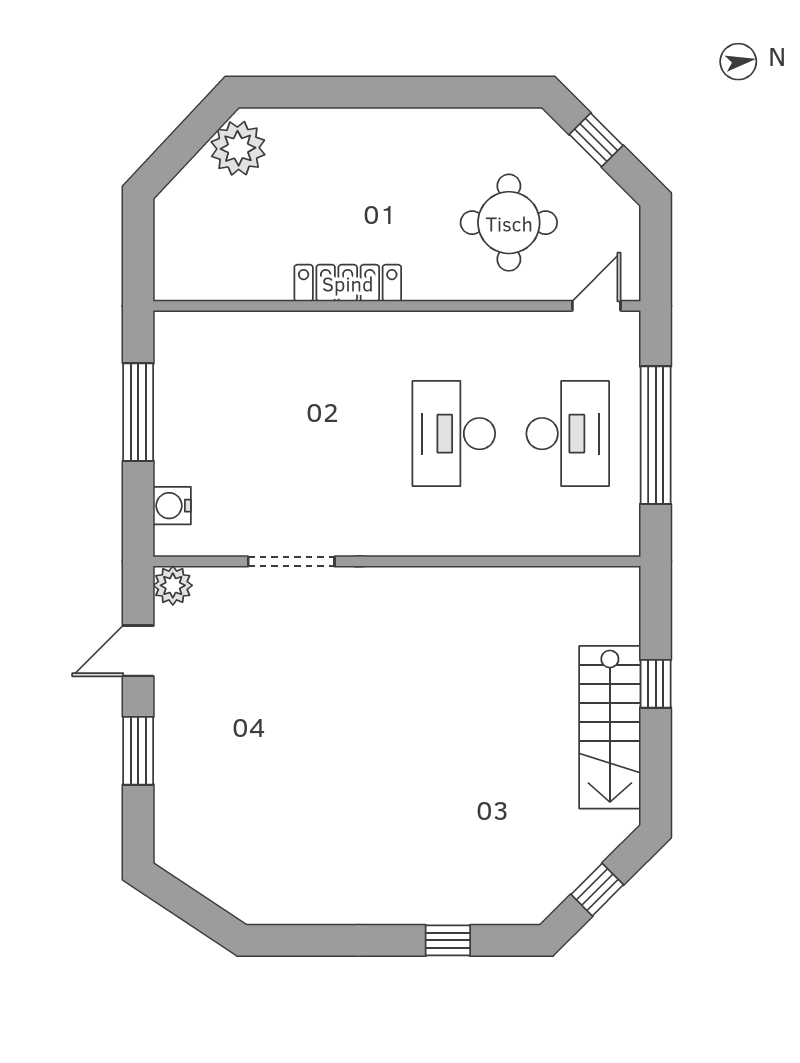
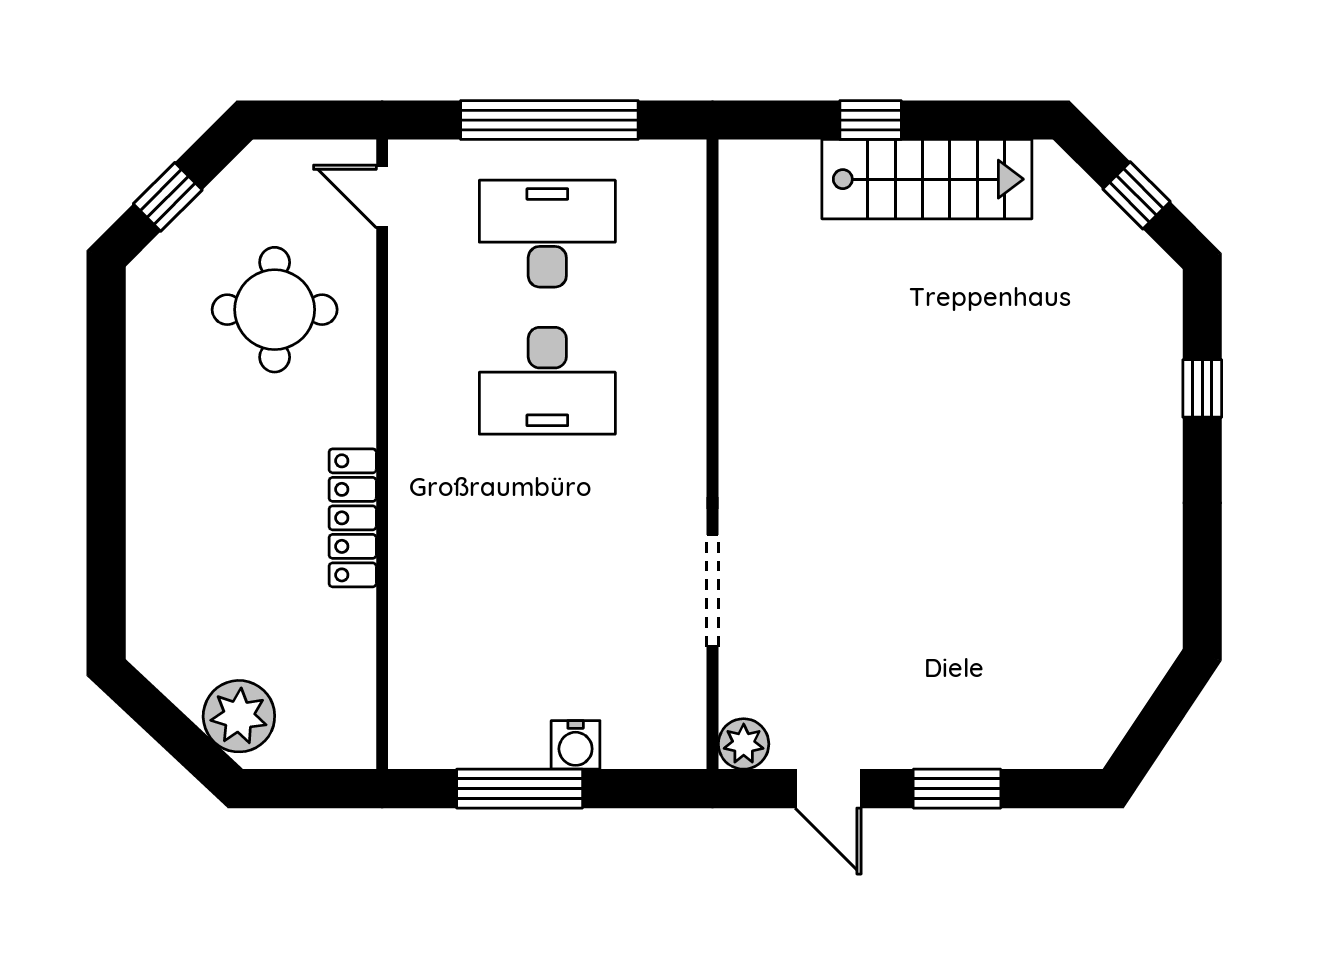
plant: (238, 148) -> (239, 716), moved
water cooler: (172, 506) -> (576, 745), moved

